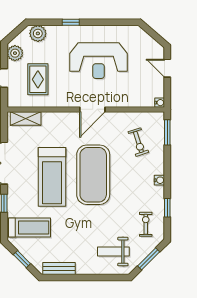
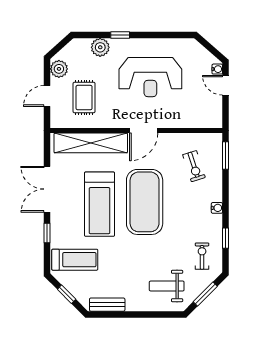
plant: (38, 33) -> (100, 47), moved
water cooler: (160, 103) -> (217, 69), moved
shelving: (26, 118) -> (91, 143), width x2.20, depth x1.33

